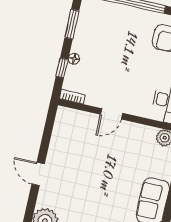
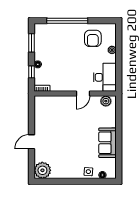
door: (112, 114) -> (83, 94), moved
door: (38, 174) -> (32, 142), hinge flipped

